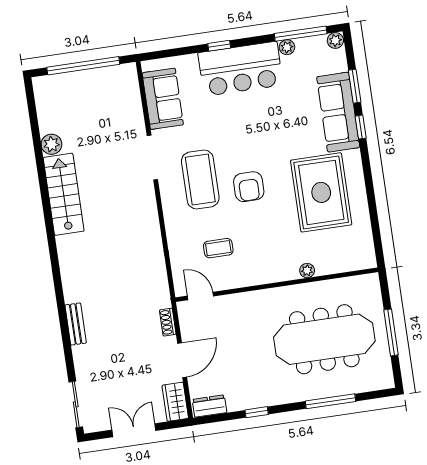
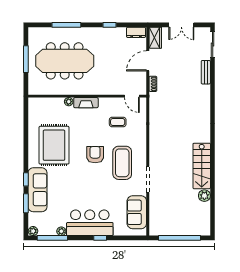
fireplace: (277, 273) -> (86, 103), added
bench: (76, 324) -> (206, 72), moved

